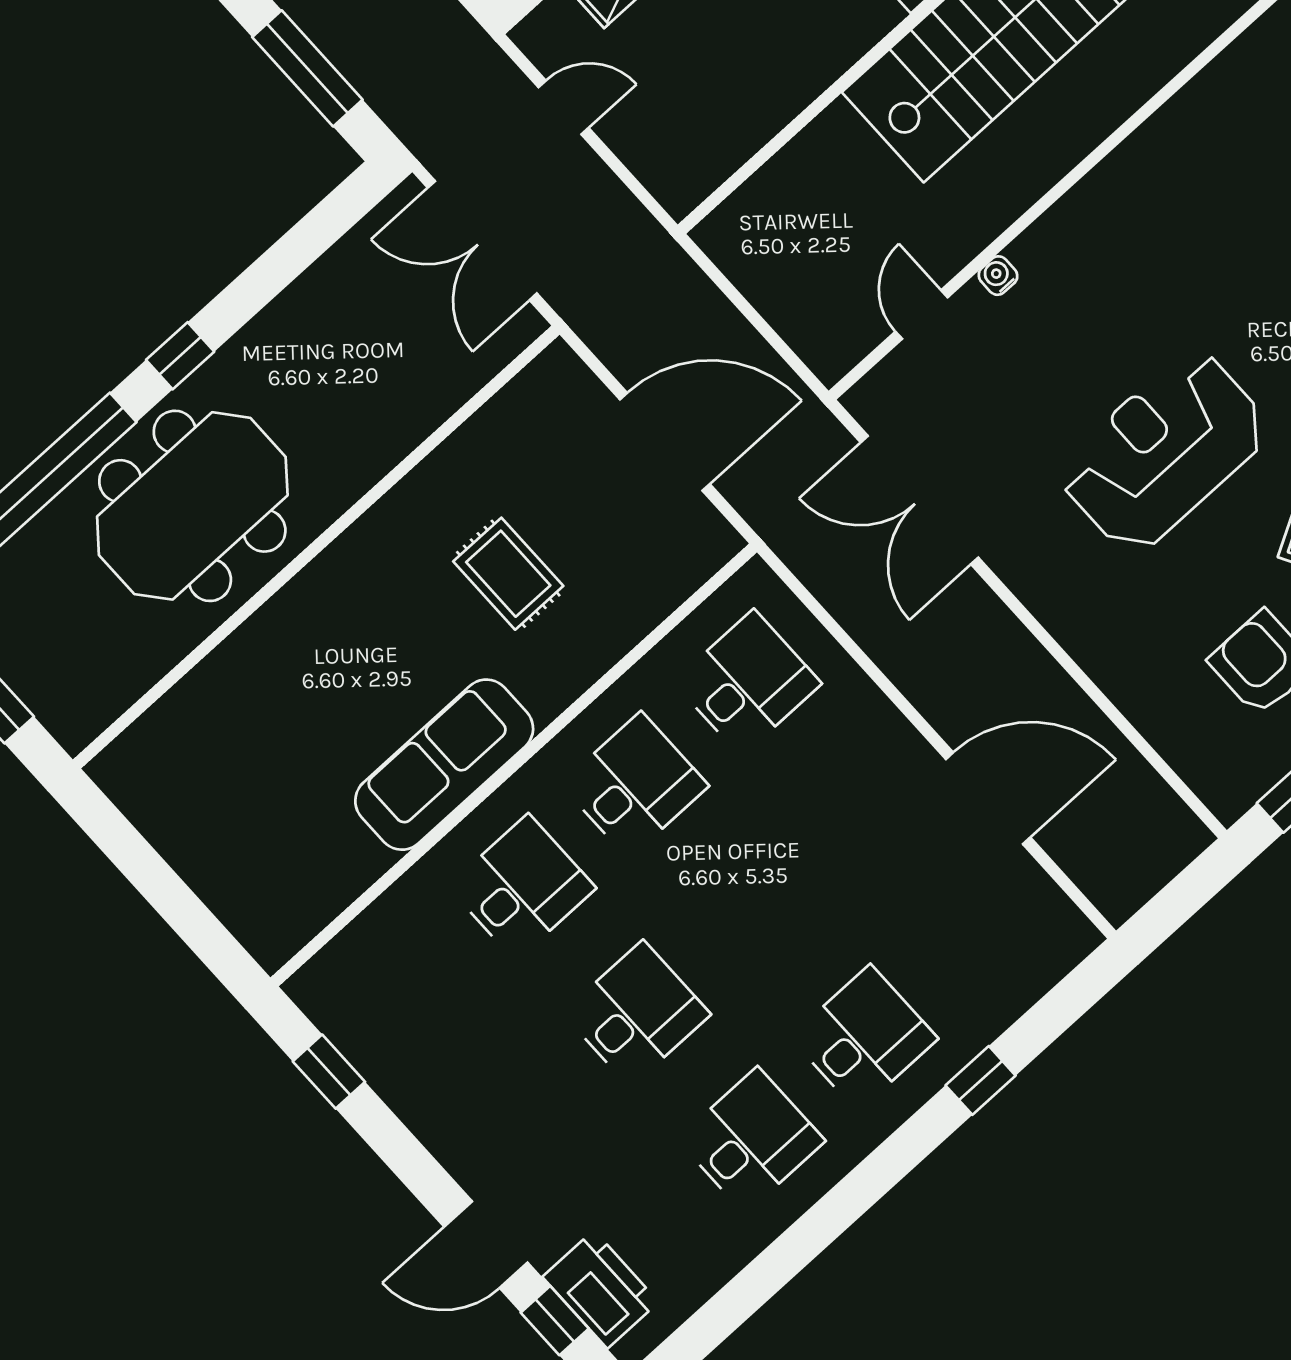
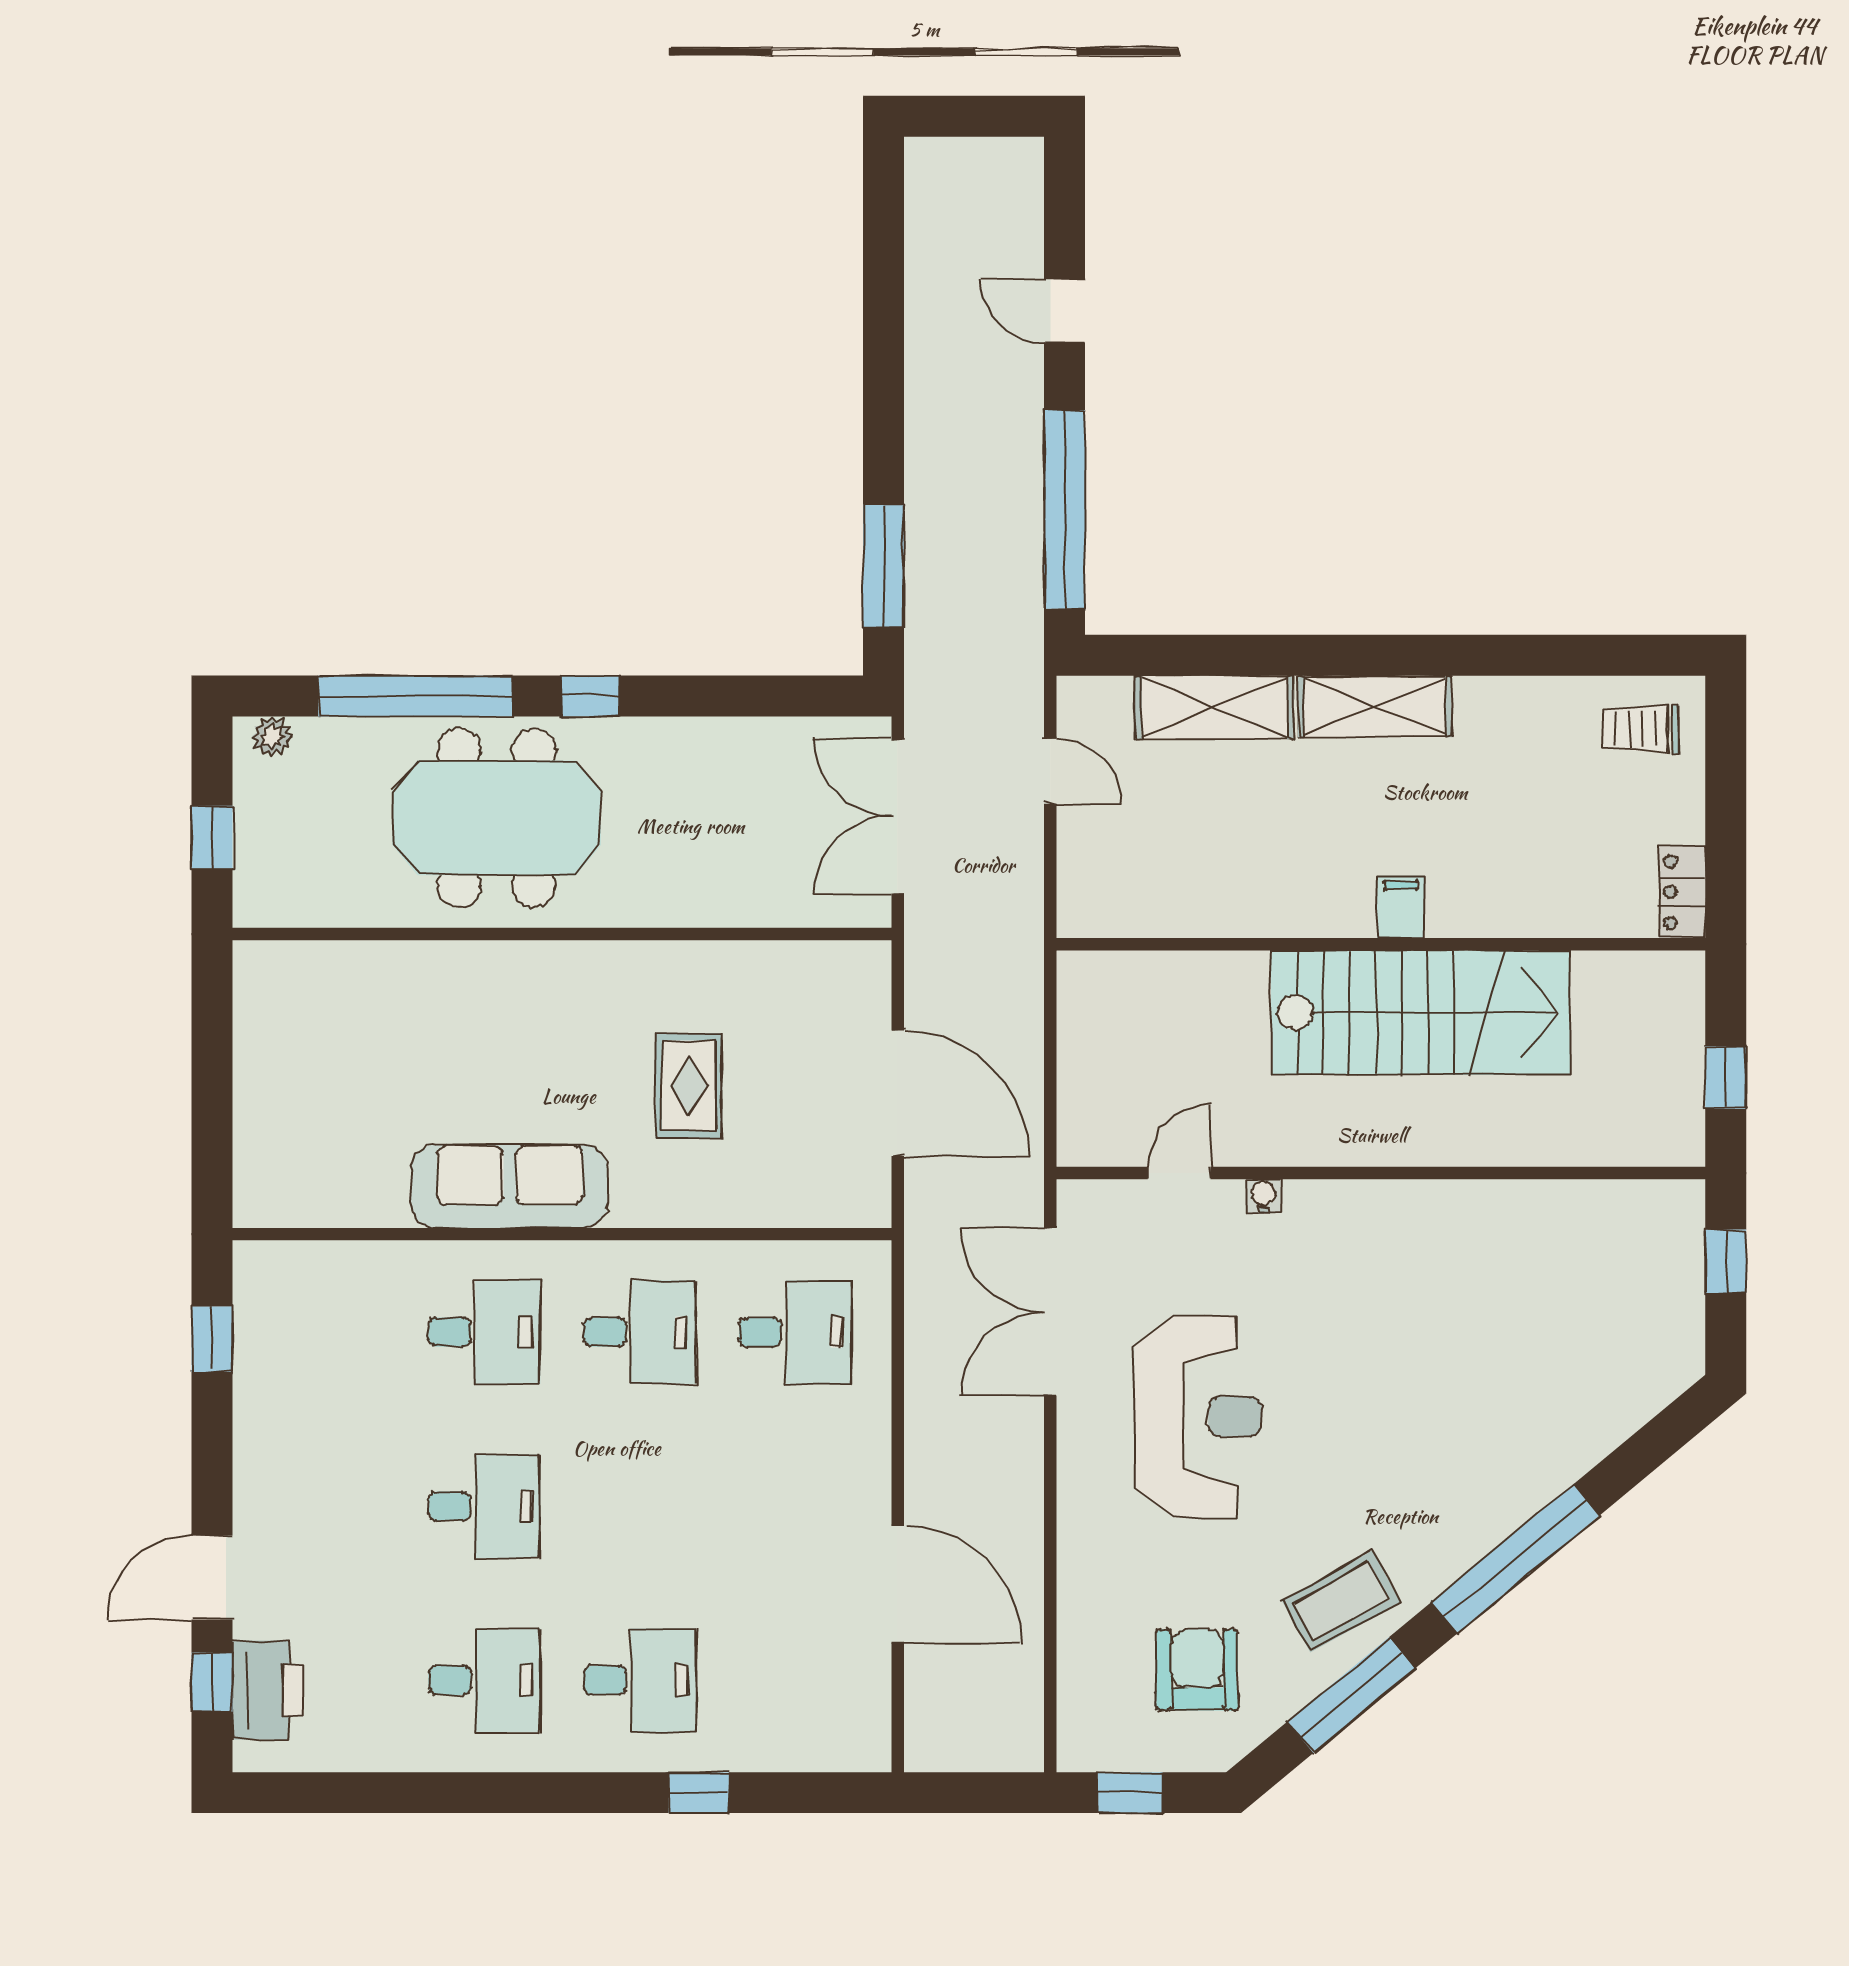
reception desk: (1164, 451) -> (1198, 1417), moved, turned 90
door: (486, 1245) -> (212, 1578), hinge flipped

